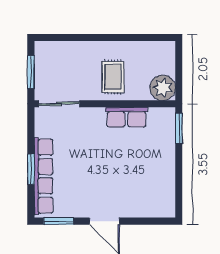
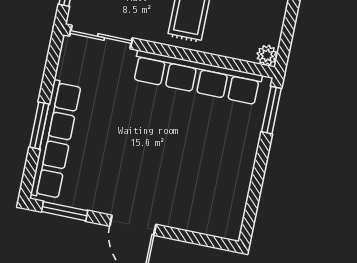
plant: (163, 88) -> (267, 55), width x0.53, depth x0.53
row of seats: (126, 117) -> (197, 77), width x2.02

